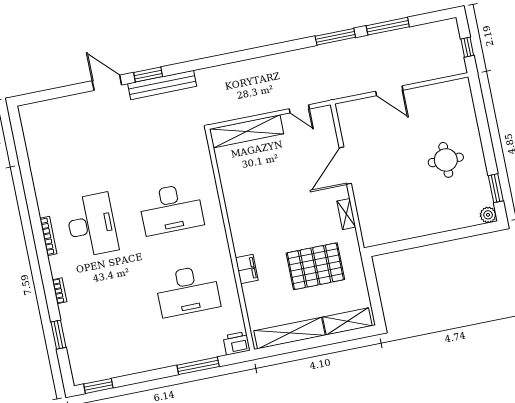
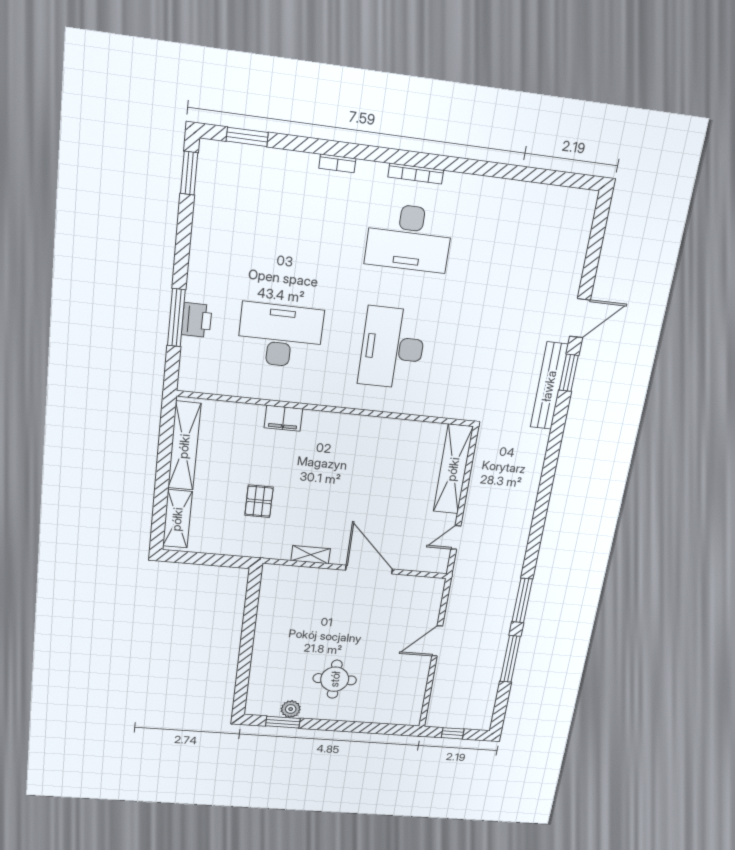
plant: (488, 215) -> (291, 709), moved
pallet: (315, 266) -> (259, 501), width x0.49, depth x0.50
desk: (188, 291) -> (280, 335), turned 90
window: (58, 335) -> (247, 137), moved
printer: (237, 343) -> (197, 320), moved

